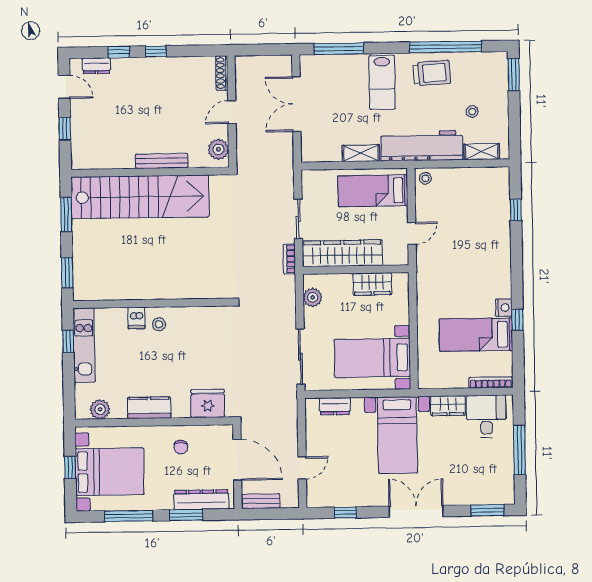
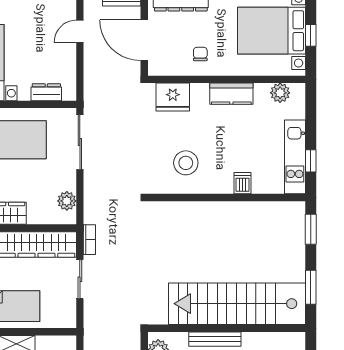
stool: (159, 324) -> (186, 163), moved, width x1.89, depth x1.89

